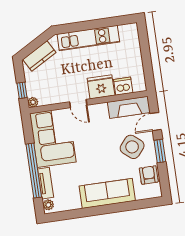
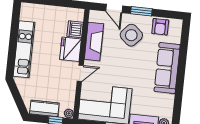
kitchen counter: (39, 56) -> (44, 108), moved, turned -60
fireplace: (129, 107) -> (94, 42), moved
armchair: (149, 175) -> (160, 27), turned -90

